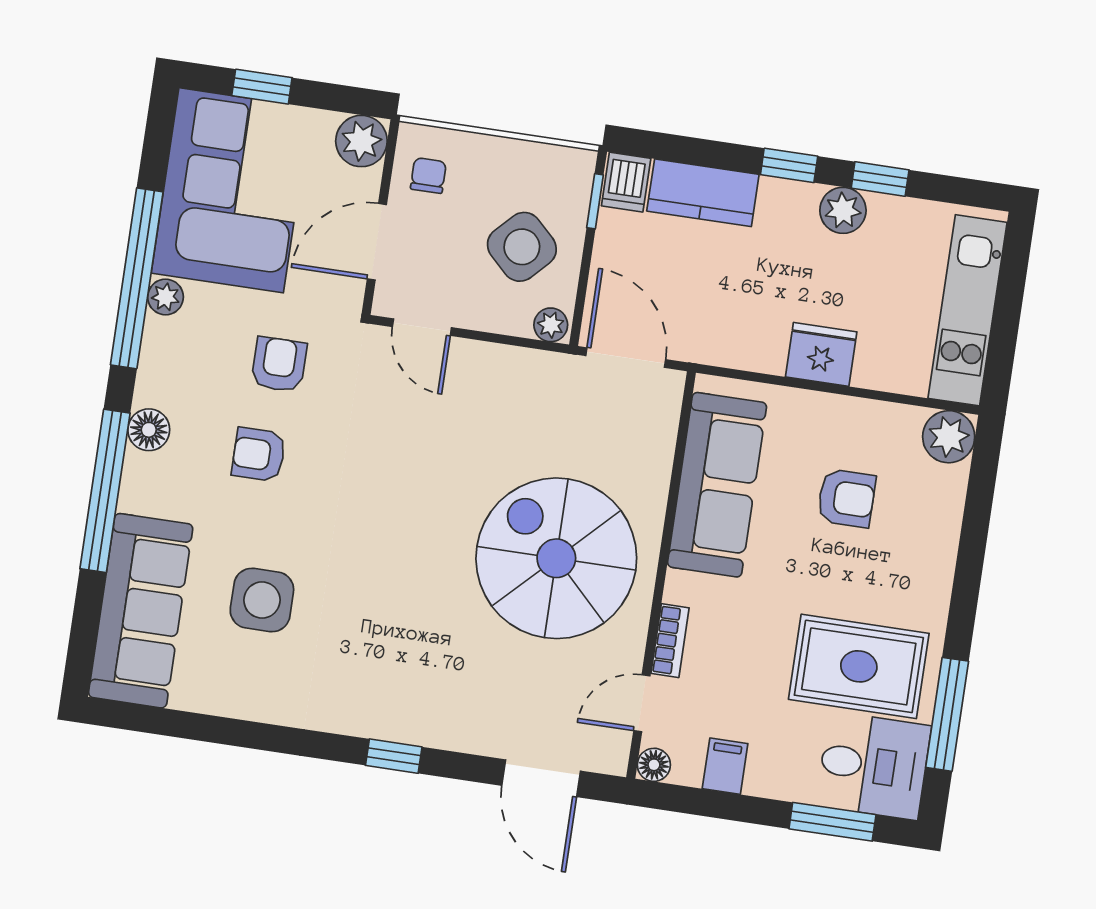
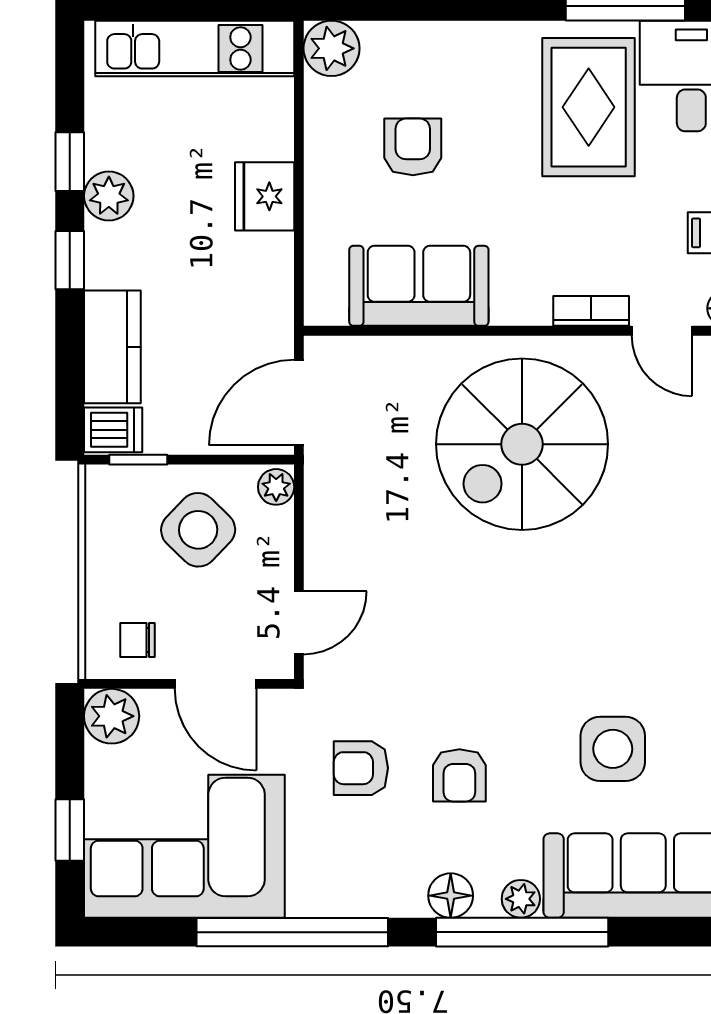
plant: (166, 297) -> (521, 899), moved
sofa: (717, 485) -> (419, 286), width x0.73

